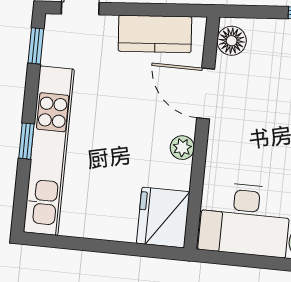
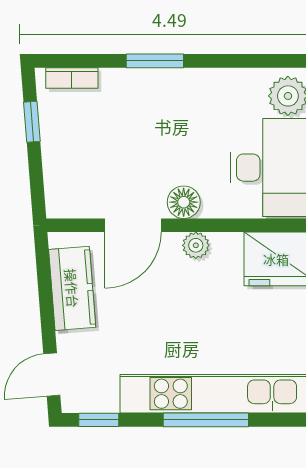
floor lamp: (232, 41) -> (184, 202), moved
window: (26, 141) -> (206, 420), width x2.17

